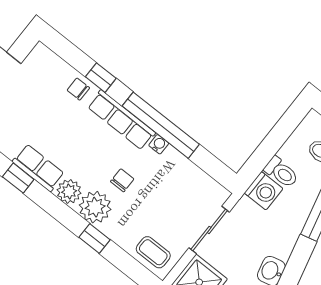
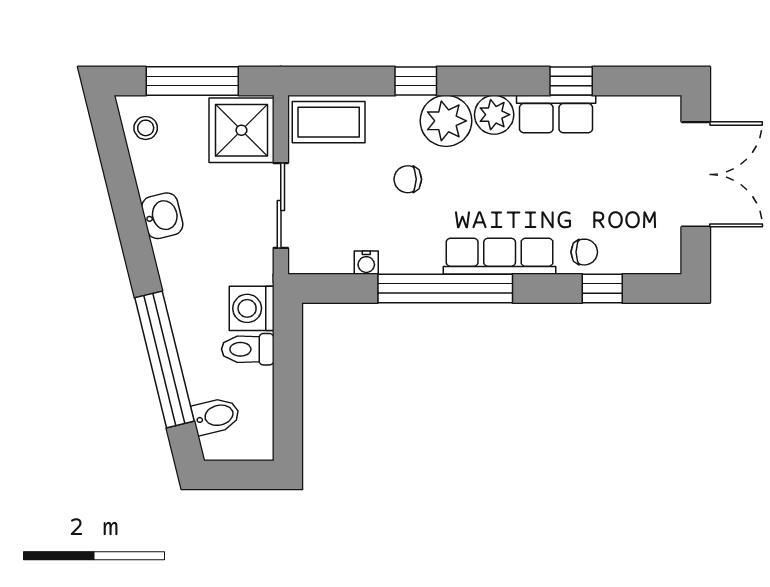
window: (101, 78) -> (602, 289), moved
water cooler: (159, 144) -> (366, 263), moved
chair: (122, 180) -> (408, 179), moved, turned 90
coffee table: (153, 252) -> (329, 122), width x1.36, depth x1.30

